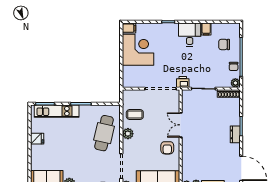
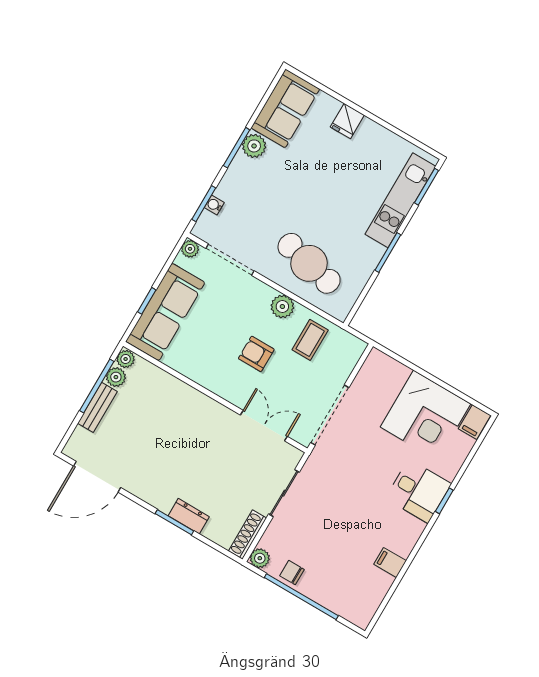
desk: (190, 35) -> (418, 491), moved
chair: (224, 44) -> (342, 579), removed
printer: (183, 82) -> (318, 463), removed
double door: (181, 125) -> (264, 426), moved
dresser: (235, 134) -> (189, 516), moved
fridge: (37, 139) -> (347, 121), moved
armchair: (167, 148) -> (256, 354), moved

